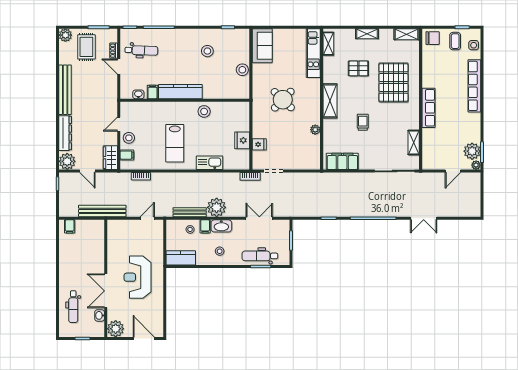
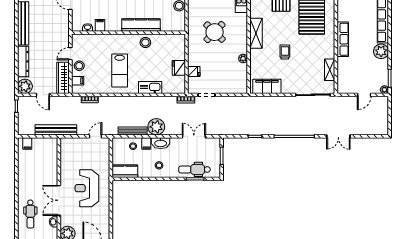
kitchen counter: (180, 92) -> (141, 25), moved
plant: (472, 151) -> (381, 51), moved
wardrobe: (110, 158) -> (63, 78), width x1.50

